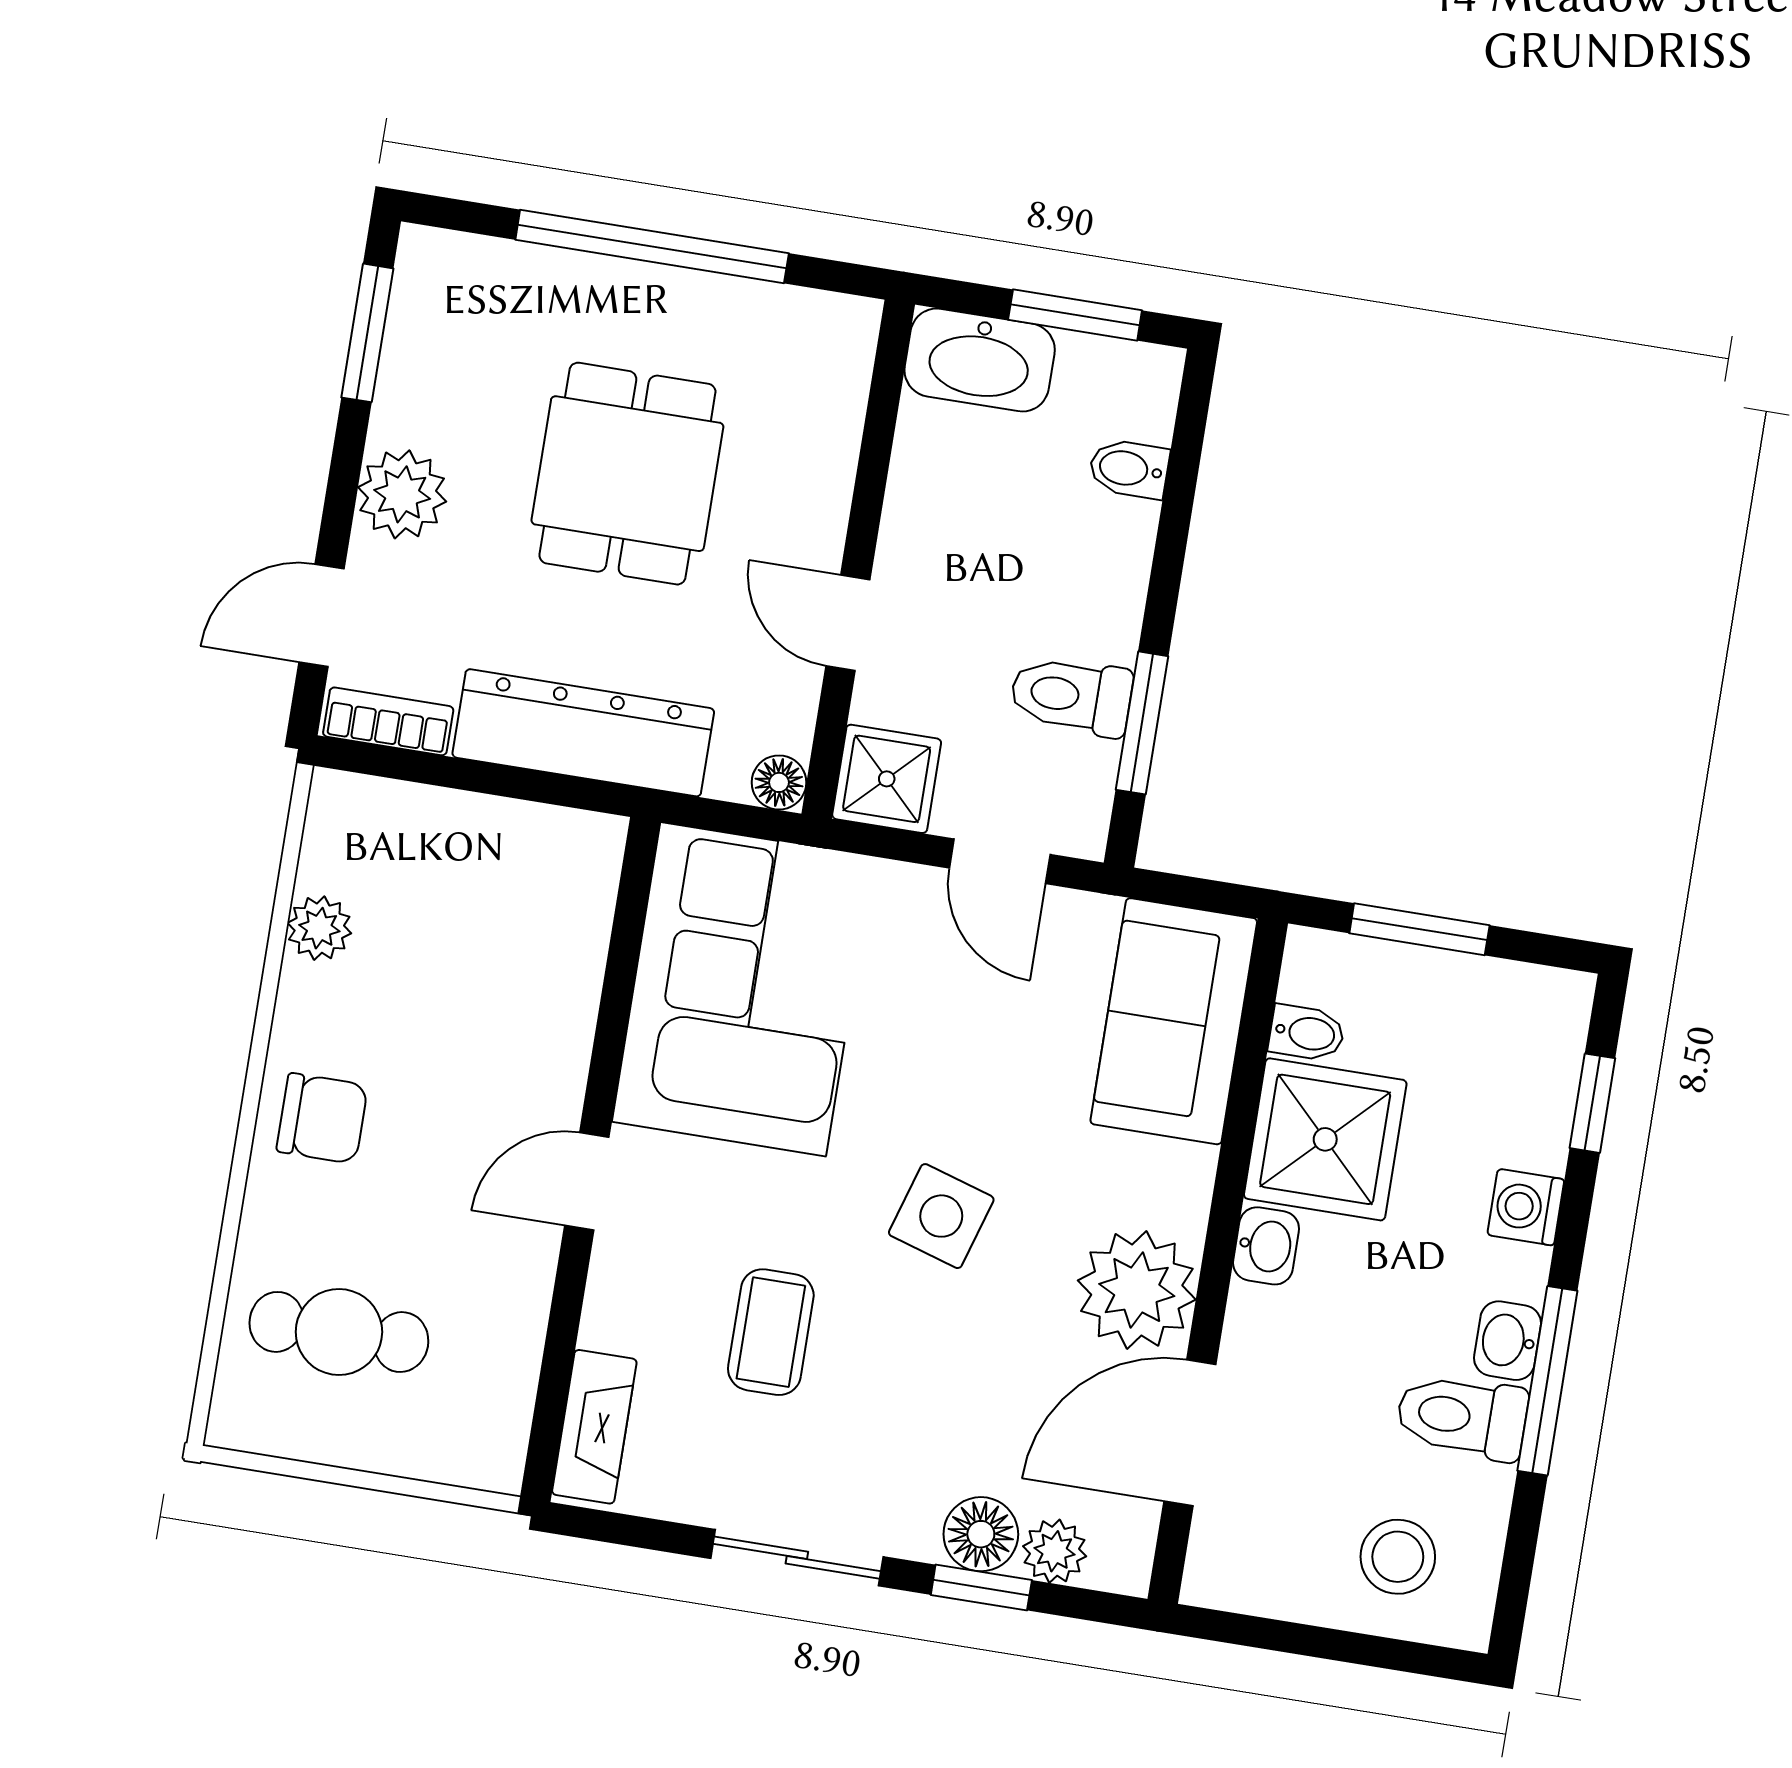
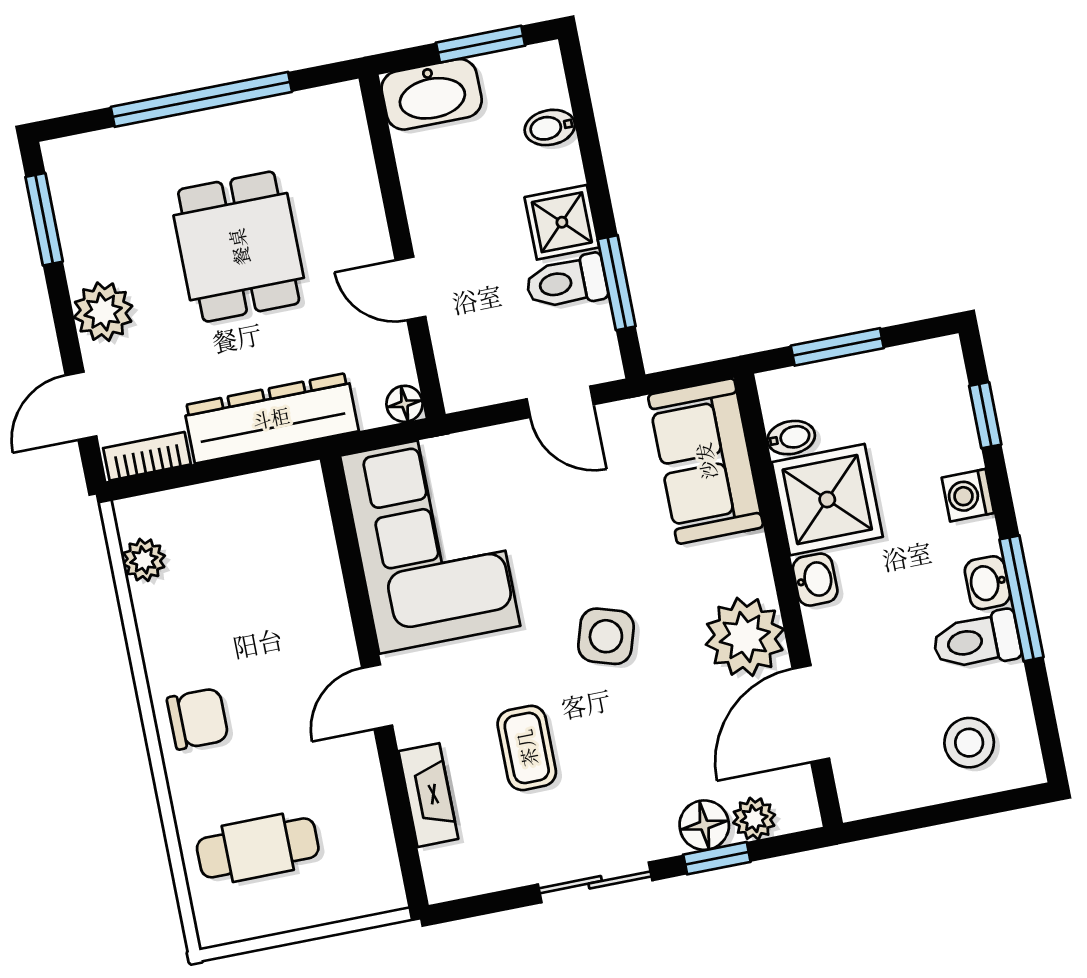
shower: (887, 779) -> (562, 222), moved
plant: (319, 928) -> (144, 560), moved
fireplace: (594, 1427) -> (428, 795), moved

